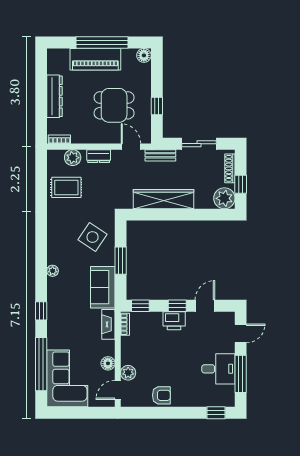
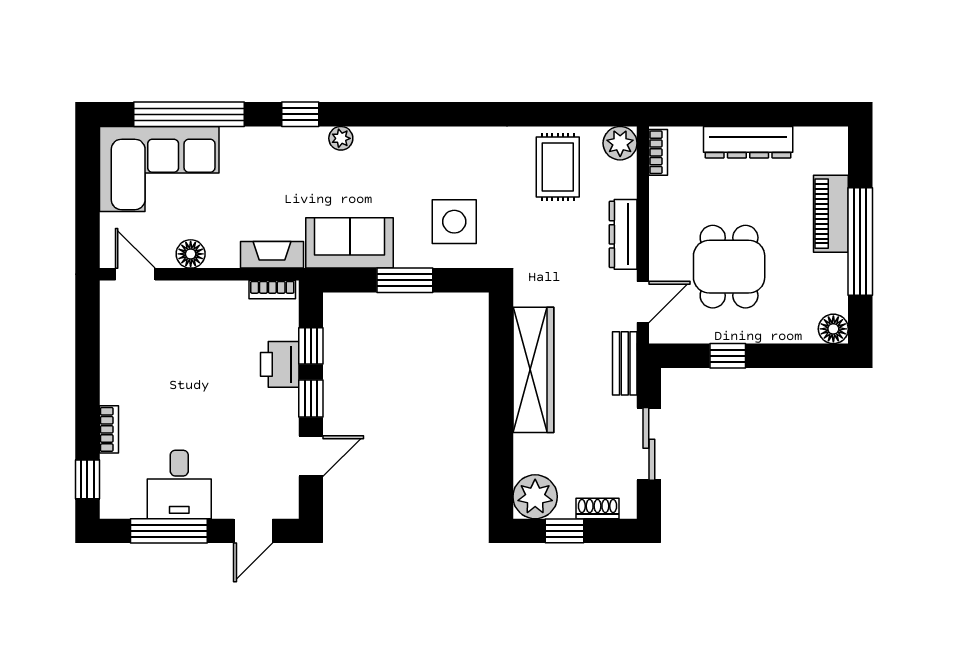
piano: (95, 59) -> (831, 214), width x0.73, depth x0.75
dresser: (99, 156) -> (623, 234), width x1.44
plant: (73, 158) -> (620, 143), moved
shoe rack: (230, 168) -> (597, 508), width x0.70
side table: (93, 237) -> (454, 222), turned -34
plant: (53, 271) -> (341, 138), moved
window: (140, 306) -> (311, 346), moved
door: (205, 306) -> (311, 456), hinge flipped
printer: (174, 321) -> (280, 364), moved
door: (241, 333) -> (253, 531), hinge flipped
plant: (128, 373) -> (171, 296), removed
armchair: (161, 395) -> (124, 365), removed
bookcase: (192, 402) -> (109, 429), added

